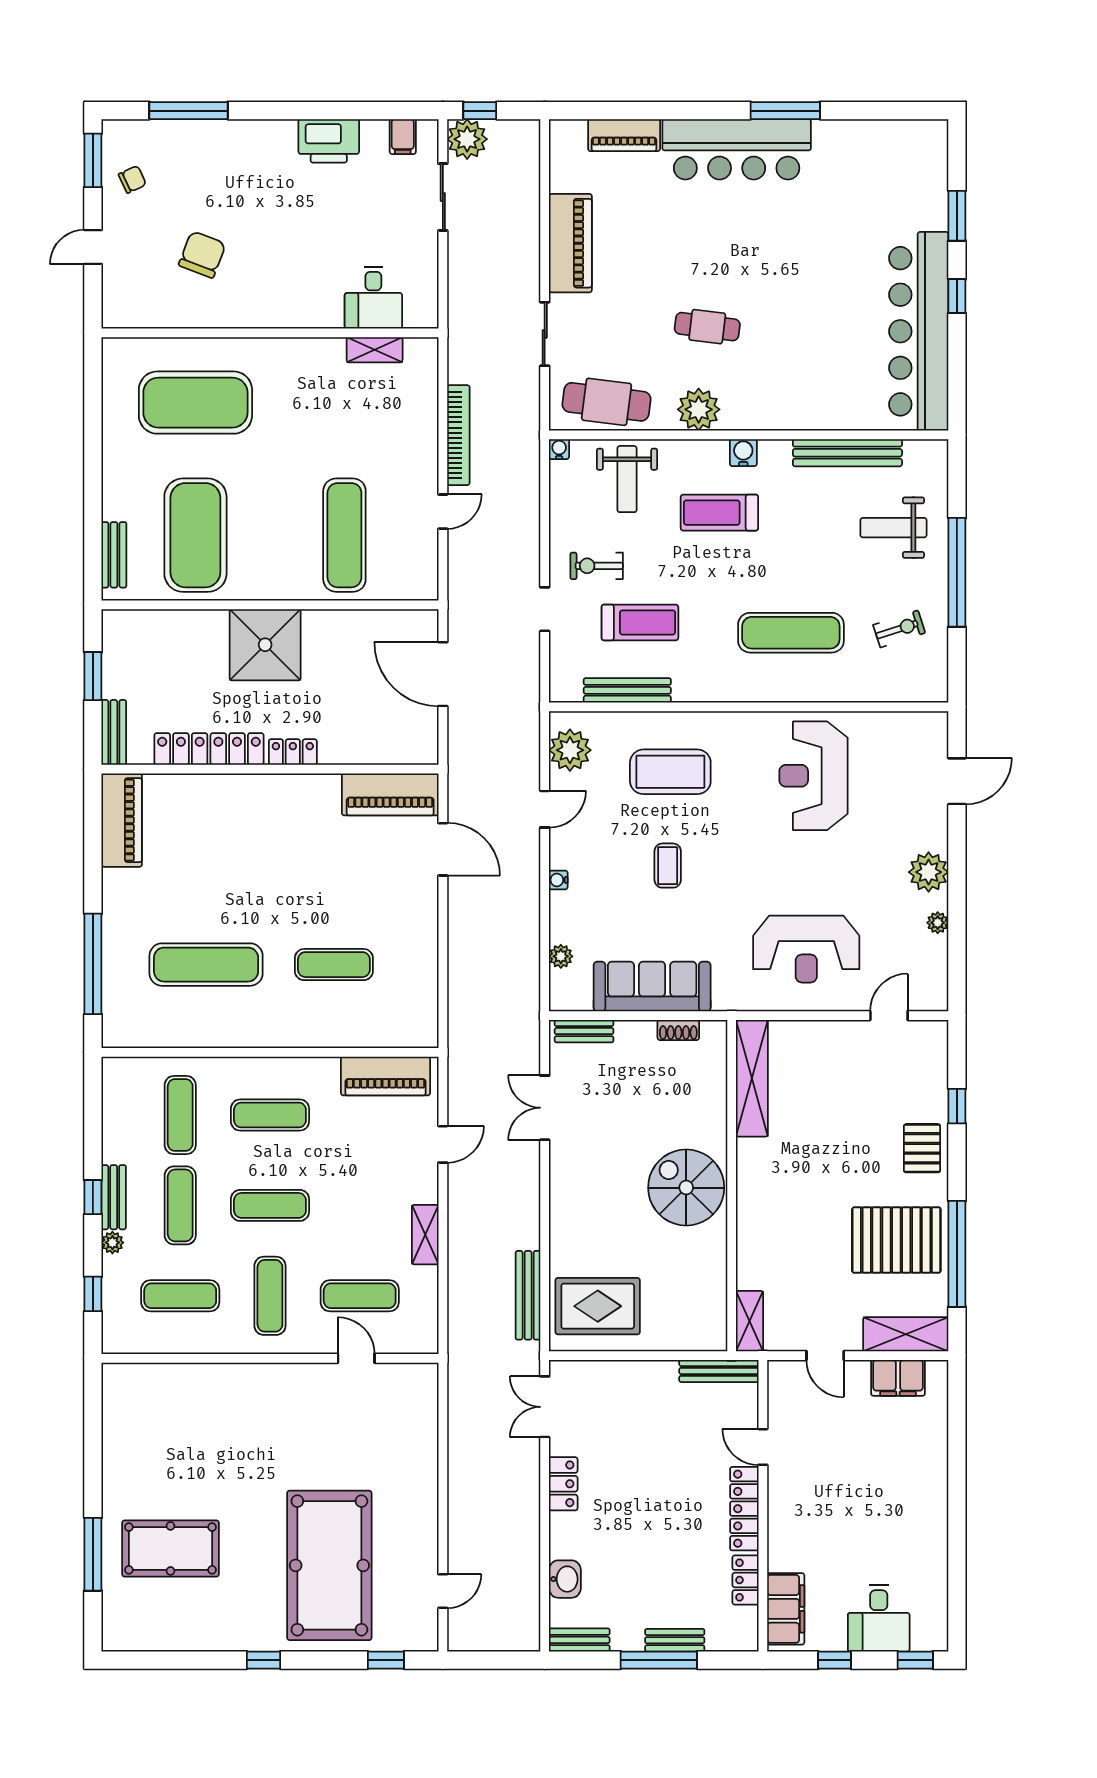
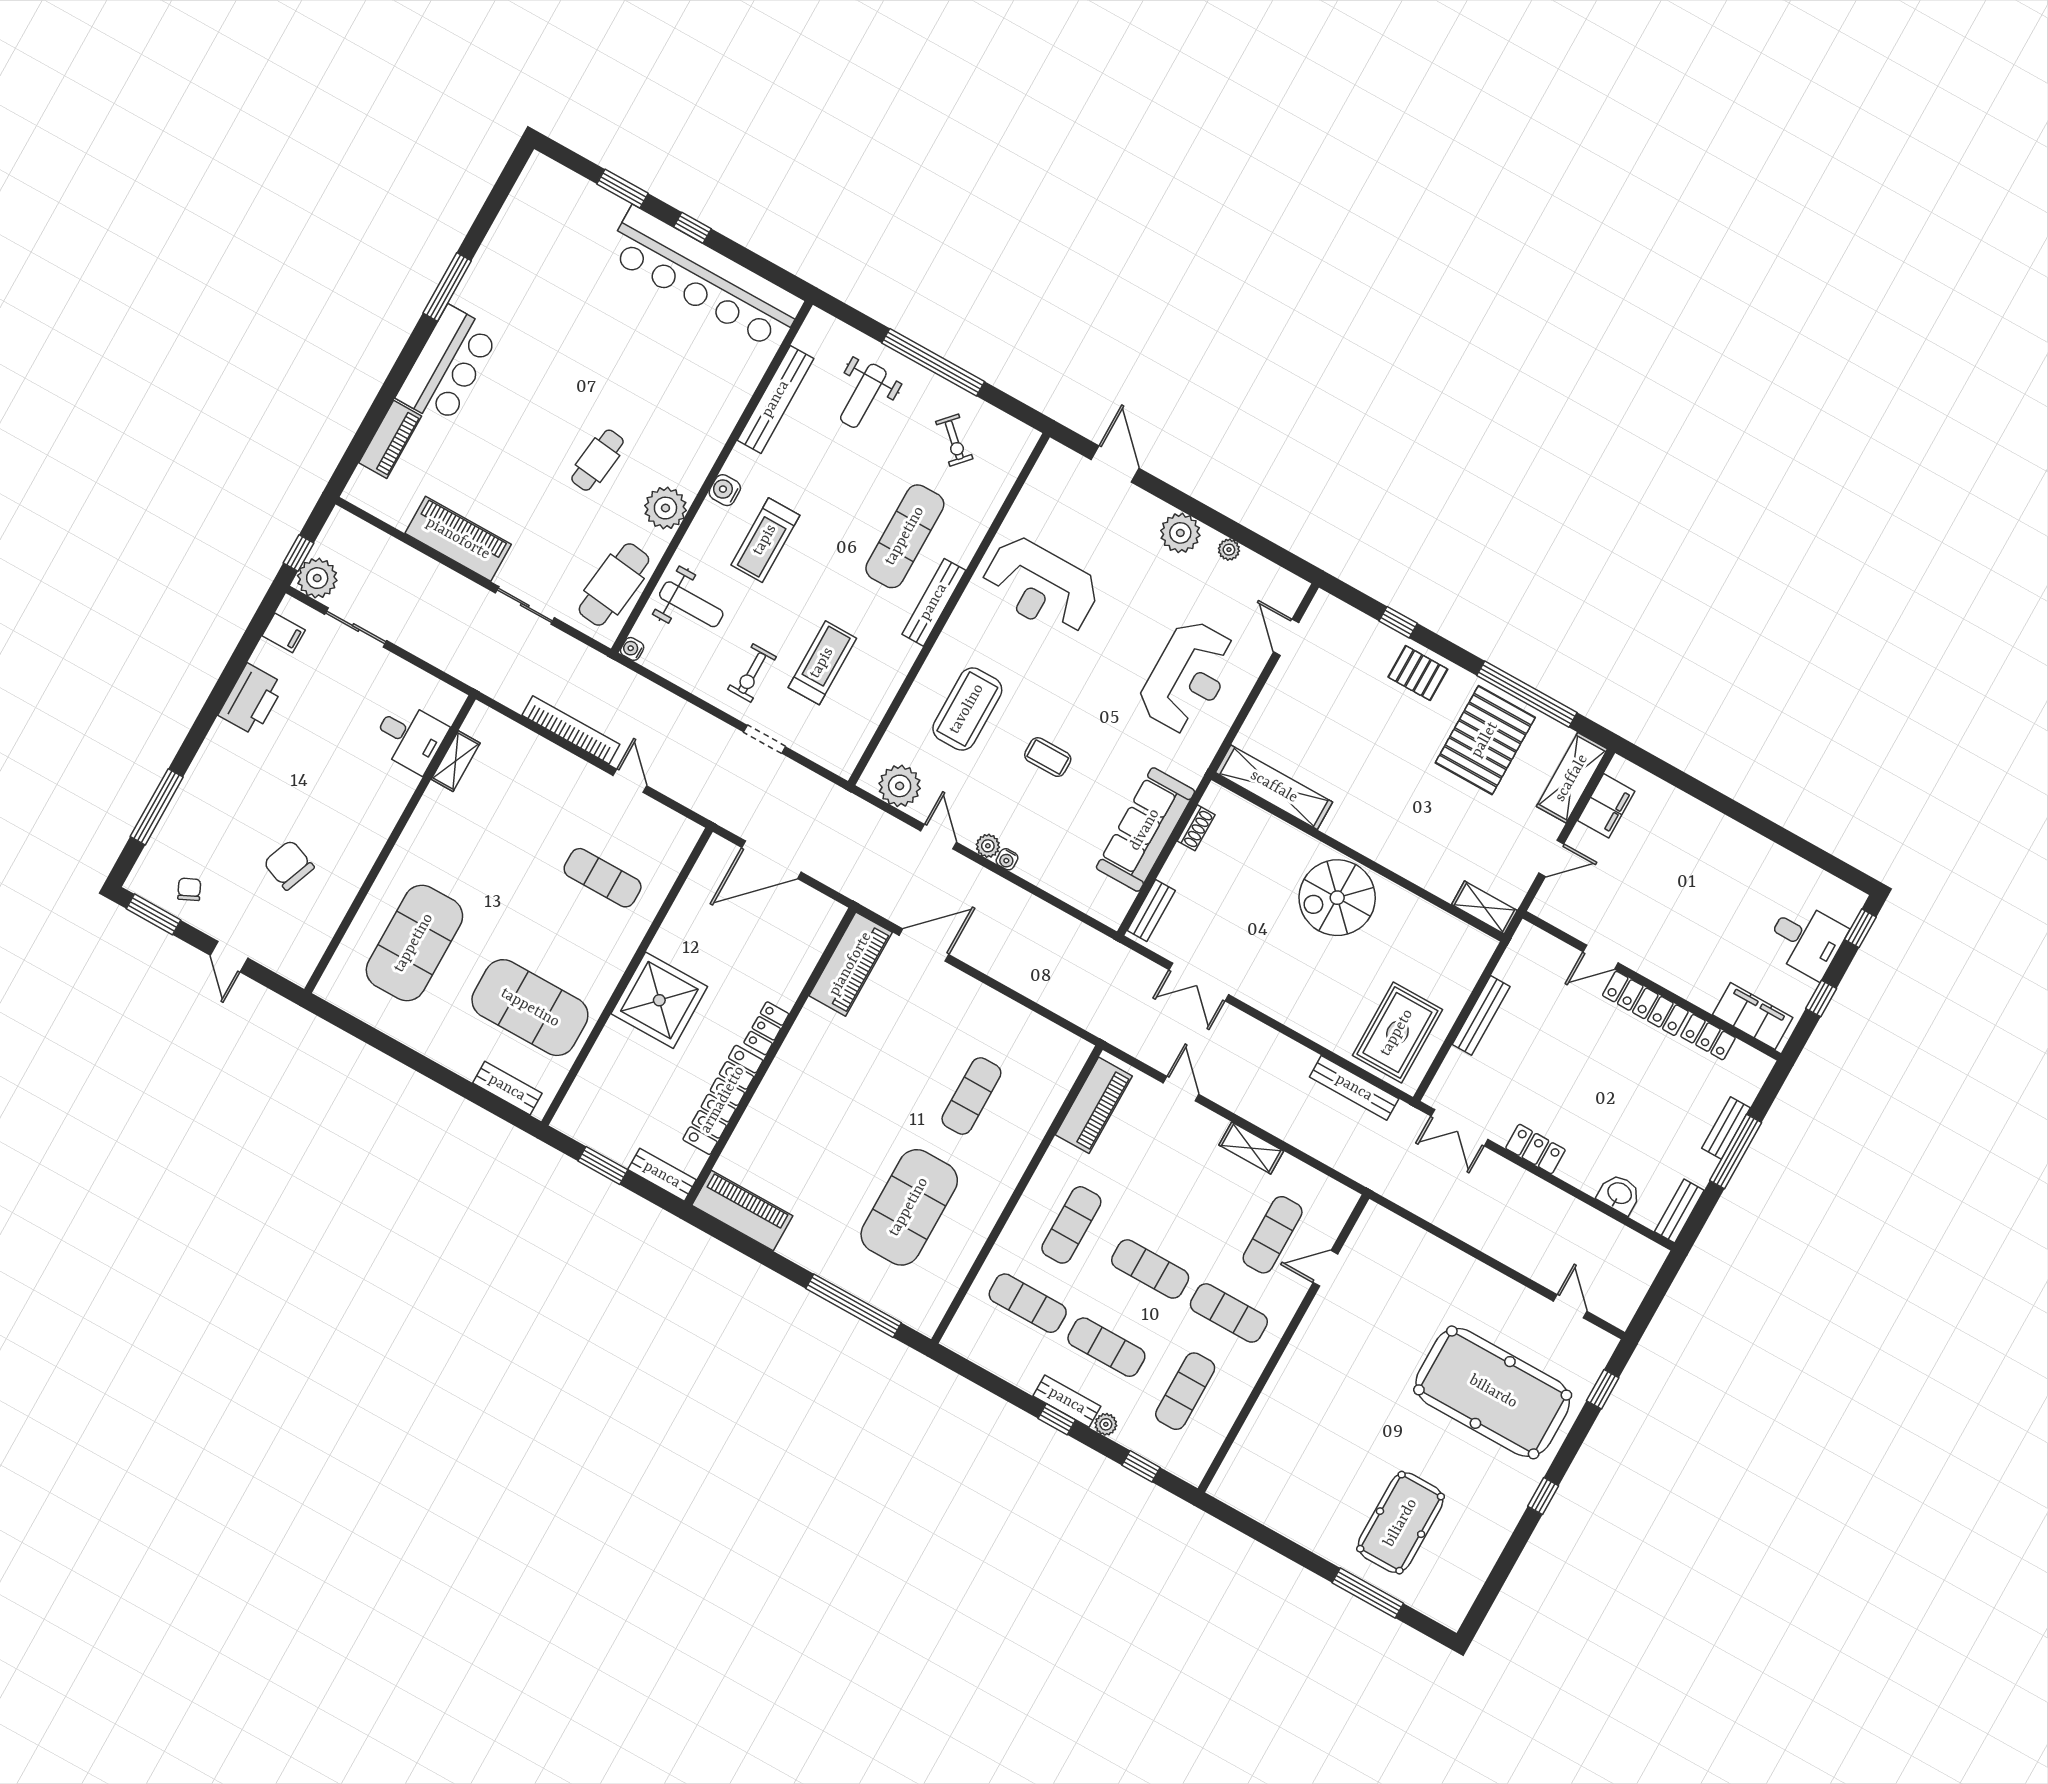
bar counter: (737, 149) -> (448, 365), width x0.73
exercise mat: (344, 535) -> (603, 878), width x0.73, depth x0.69
exercise bike: (899, 629) -> (954, 440), turned 151
bench: (627, 690) -> (934, 602), moved
plant: (561, 956) -> (988, 846), moved
exercise mat: (206, 965) -> (909, 1207), width x1.47
exercise mat: (270, 1205) -> (1150, 1269), turned 90
bench: (719, 1371) -> (1481, 1015), moved

